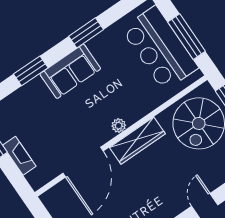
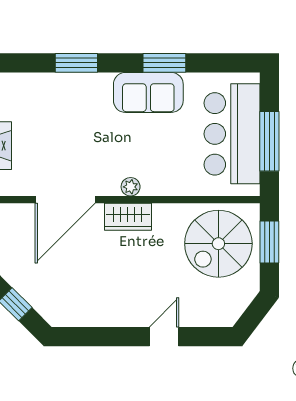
sofa: (70, 71) -> (148, 92), moved
wardrobe: (137, 141) -> (128, 217), width x0.67

